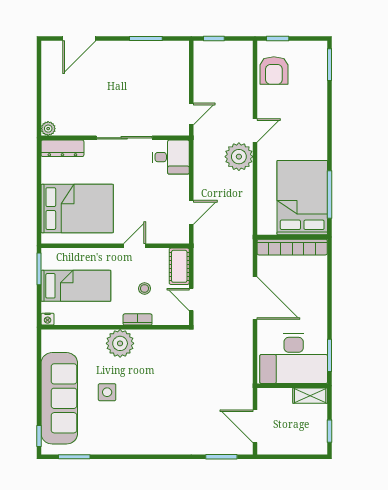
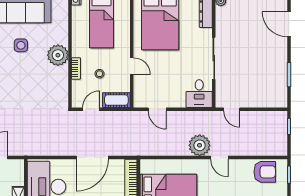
armchair: (274, 71) -> (265, 172), turned 180

